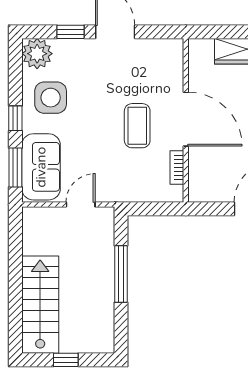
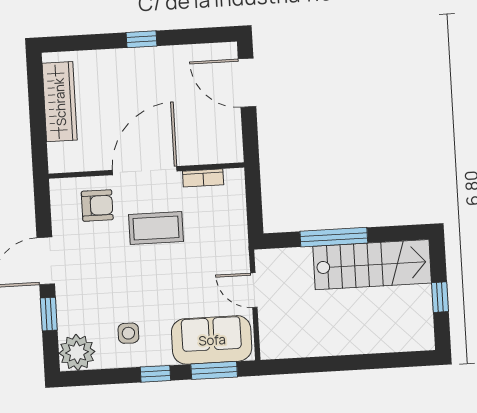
armchair: (159, 78) -> (97, 205), added
side table: (51, 98) -> (128, 333), width x0.54, depth x0.54
stairs: (40, 305) -> (372, 265), moved, turned 180

